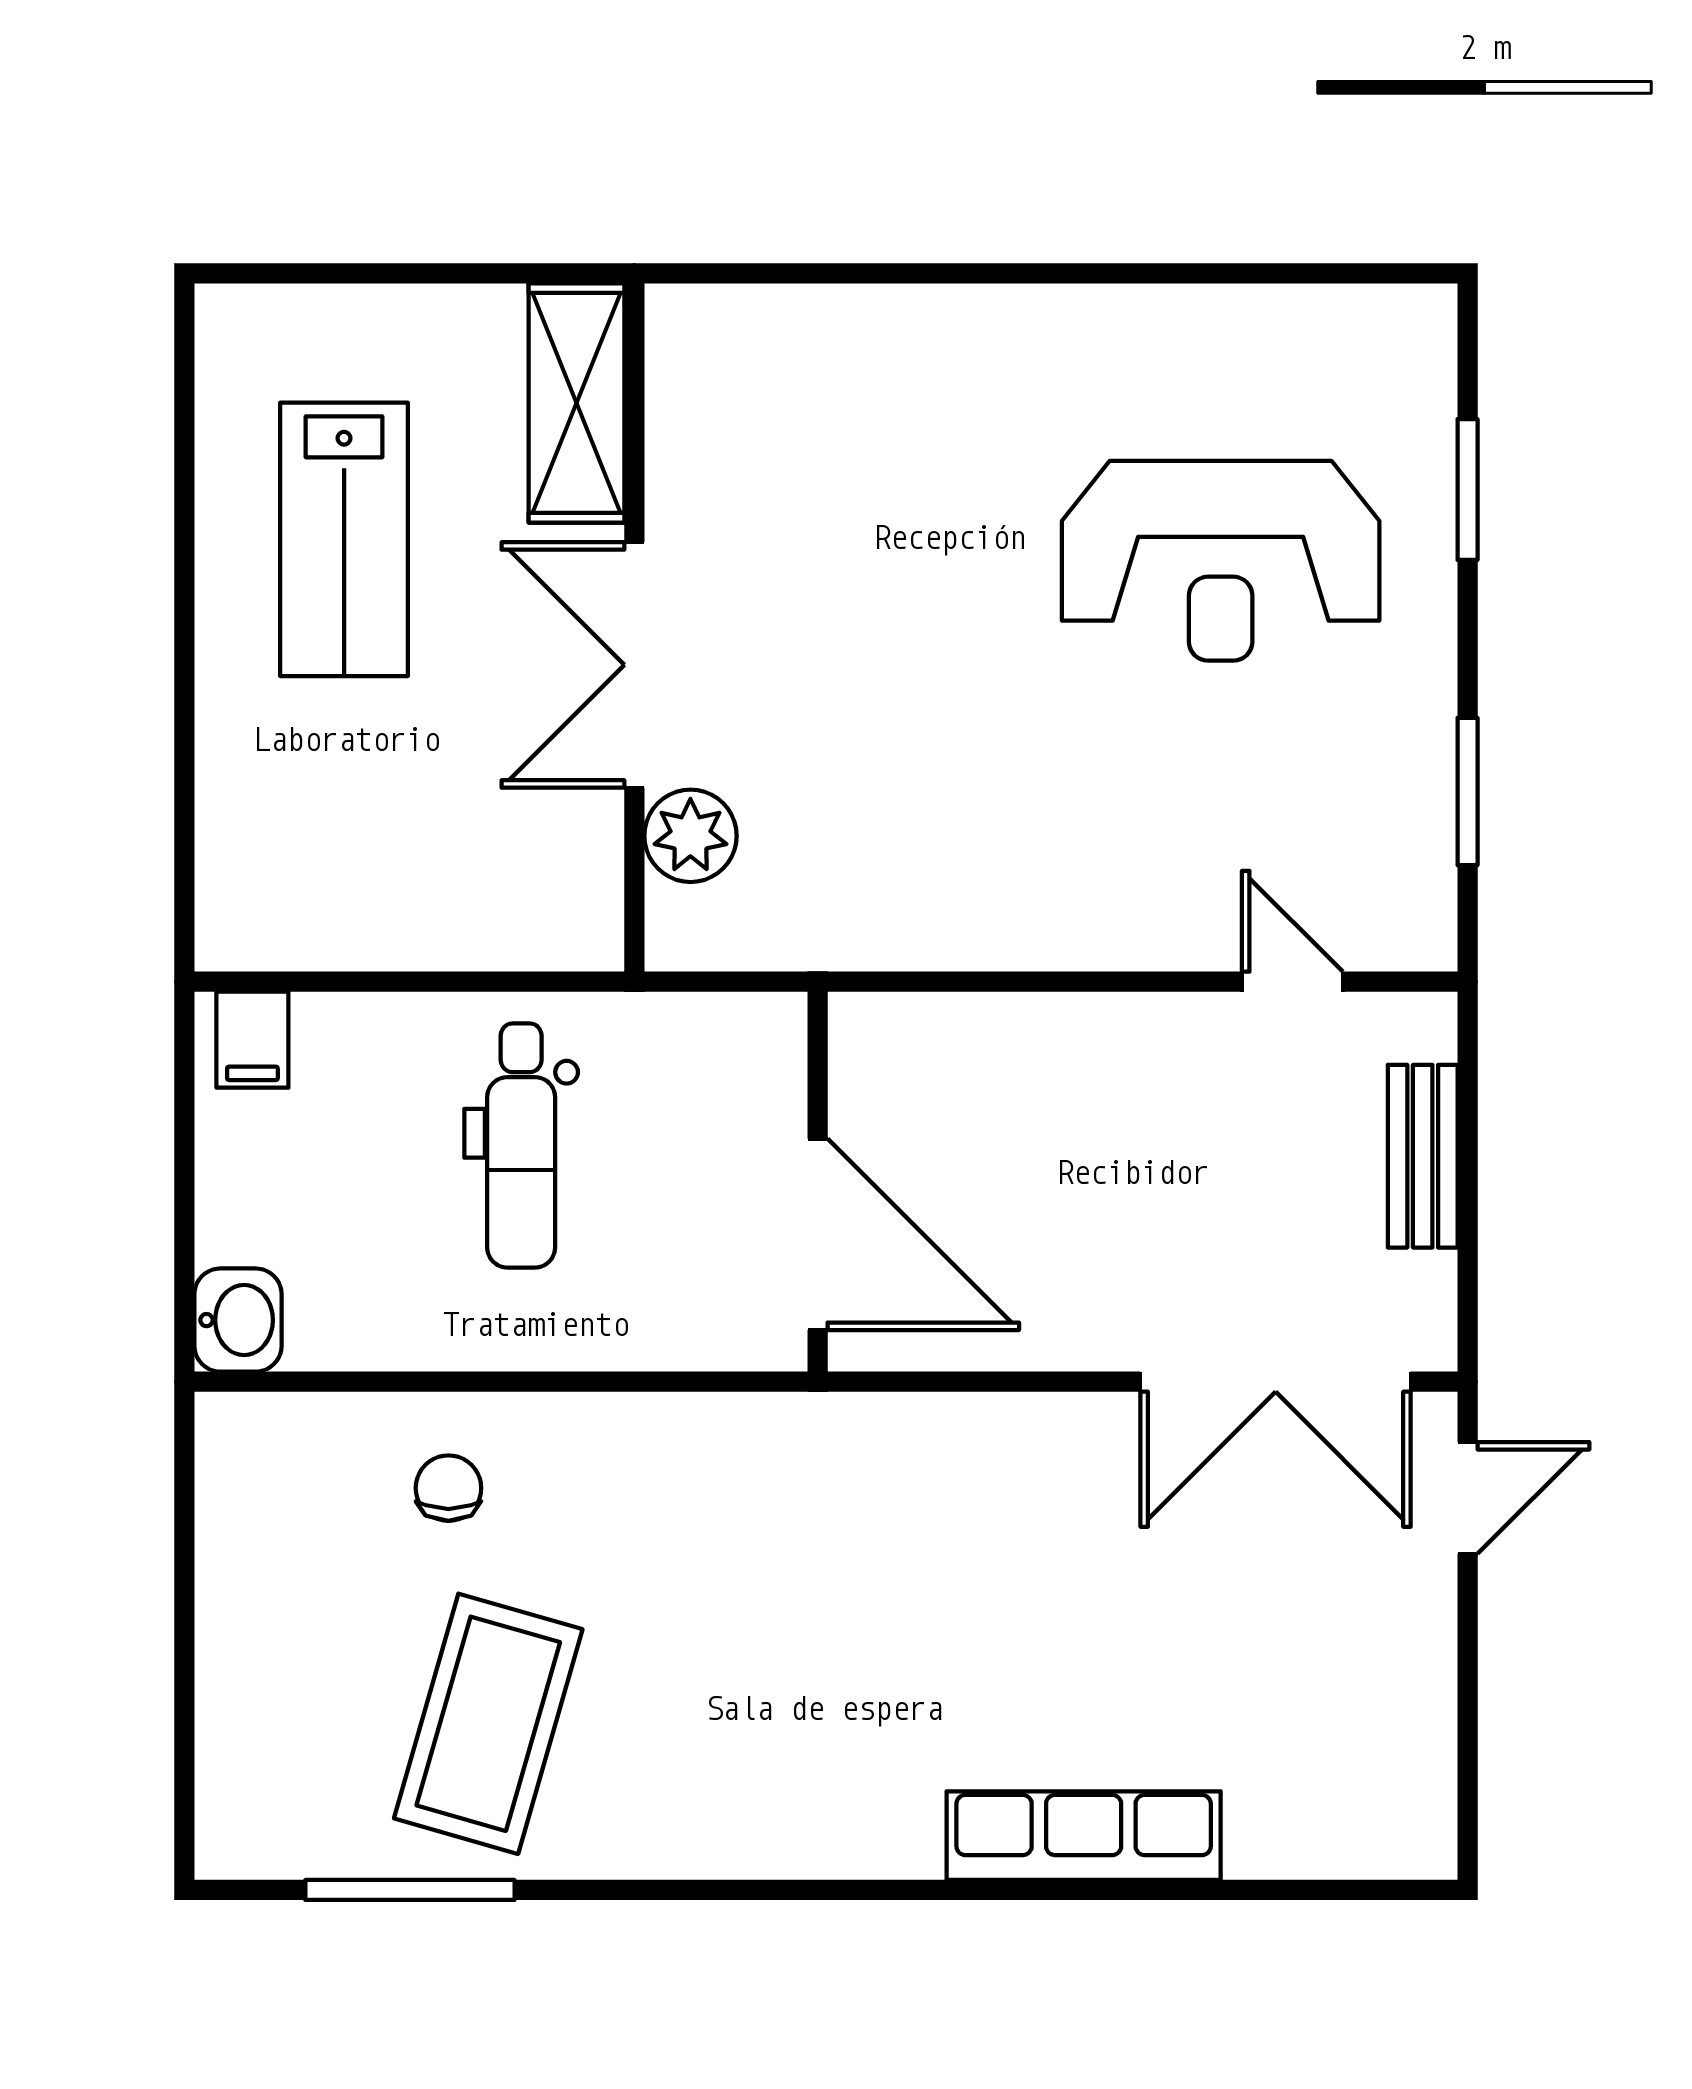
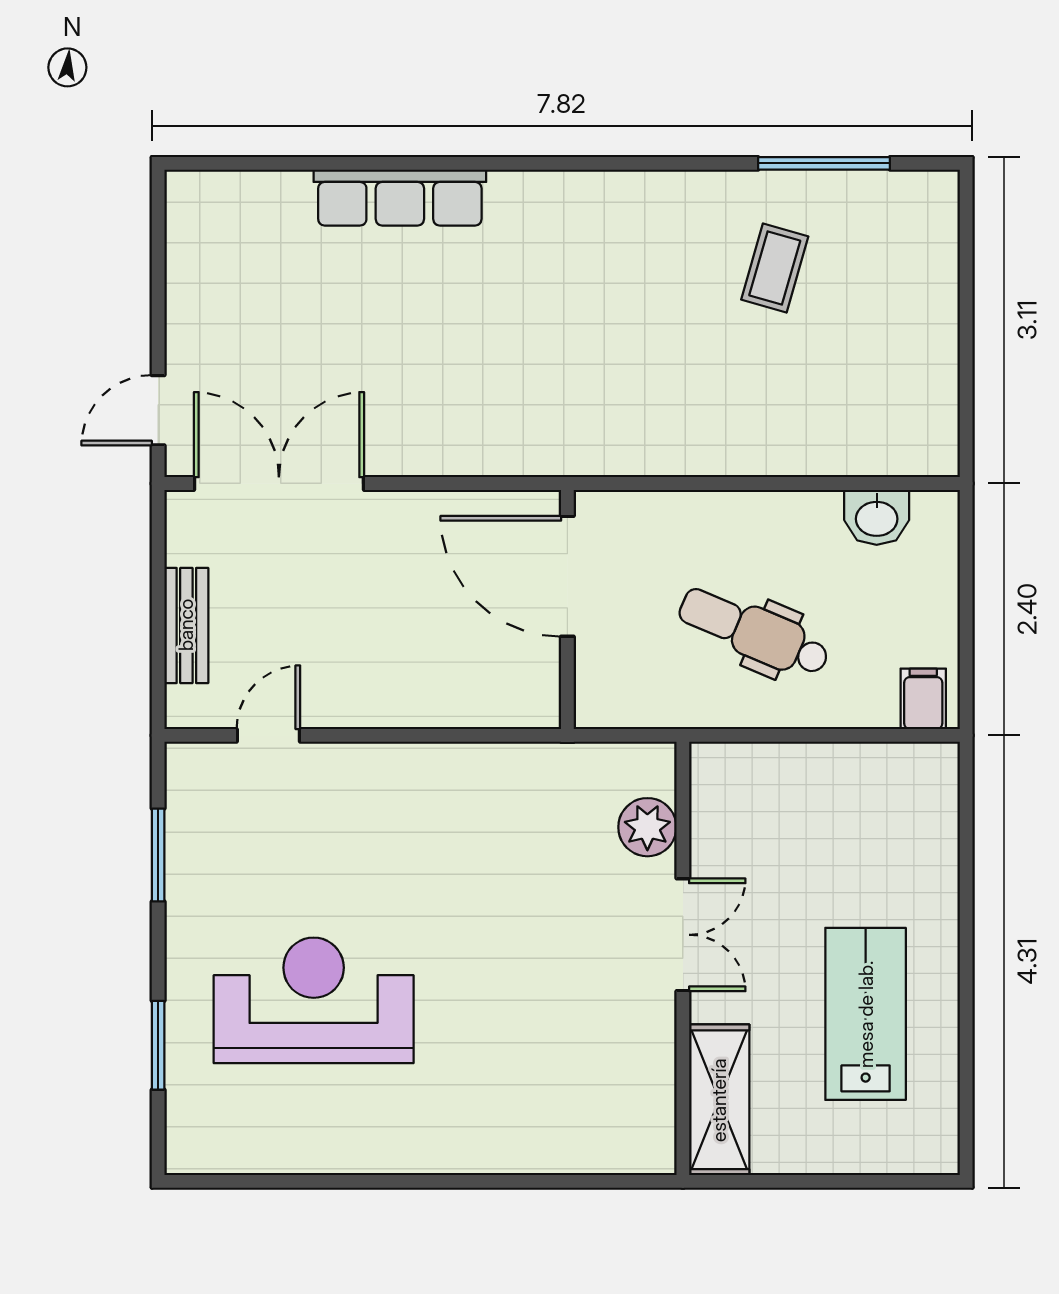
double door: (634, 665) -> (683, 935), width x0.73
door: (1292, 982) -> (268, 735), swing flipped
dental chair: (521, 1145) -> (754, 632), turned -67
washbasin: (238, 1320) -> (877, 517), moved, turned -90
chair: (448, 1488) -> (800, 416), removed
coffee table: (488, 1724) -> (775, 268), width x0.54, depth x0.58

